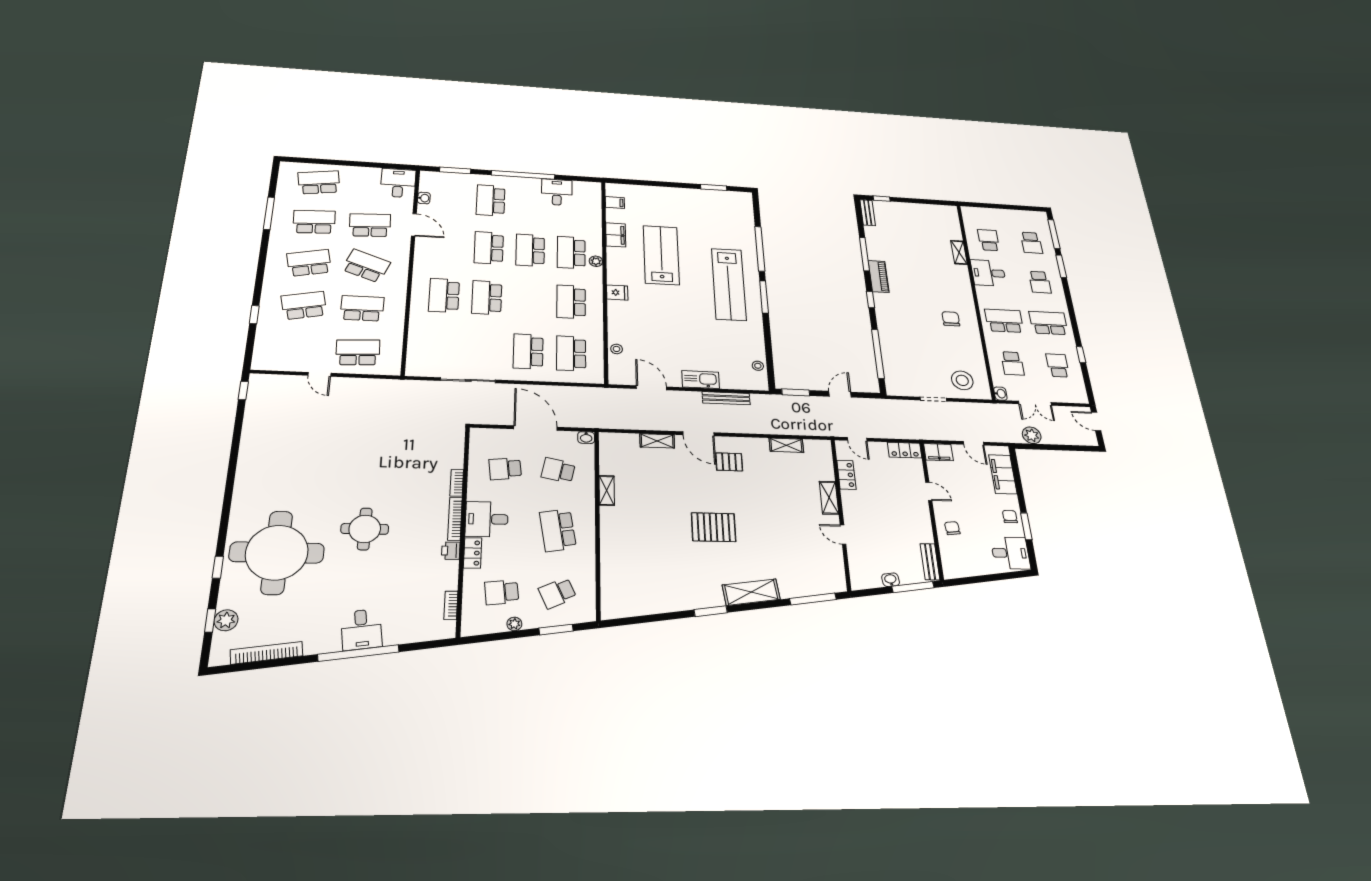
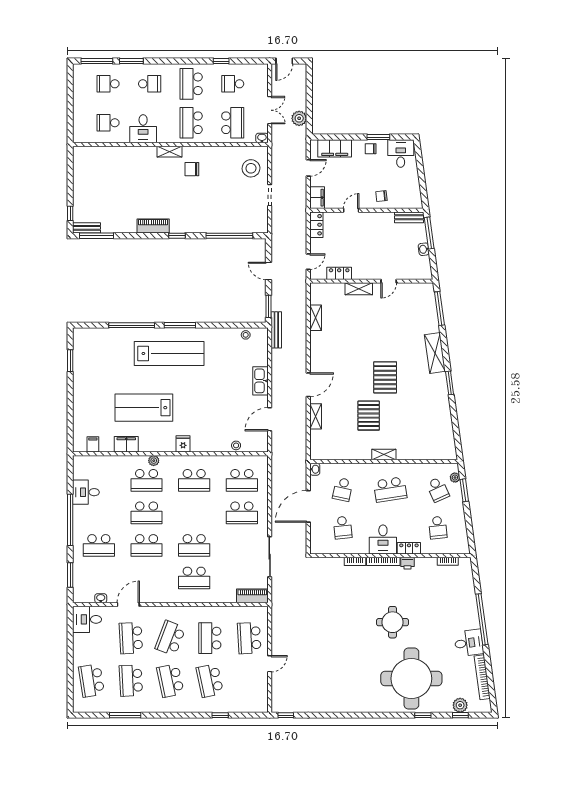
school desk: (1031, 243) -> (108, 84), turned 180
shelving: (959, 252) -> (170, 152), moved
window: (864, 254) -> (97, 236), moved
piano: (416, 358) -> (252, 596), added
school desk: (1012, 363) -> (233, 123), width x1.85
bench: (726, 398) -> (276, 330), moved
pallet: (729, 462) -> (369, 416), moved, width x1.50, depth x1.42
shelving: (607, 490) -> (384, 455), moved
plant: (514, 624) -> (455, 478), moved
desk: (361, 629) -> (469, 643), moved

